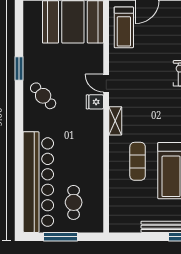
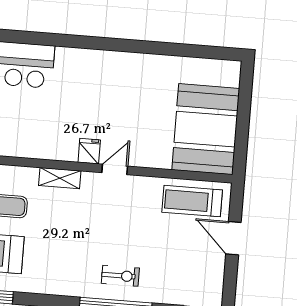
window: (19, 68) -> (145, 47), removed
cafe table: (43, 96) -> (104, 78), removed

